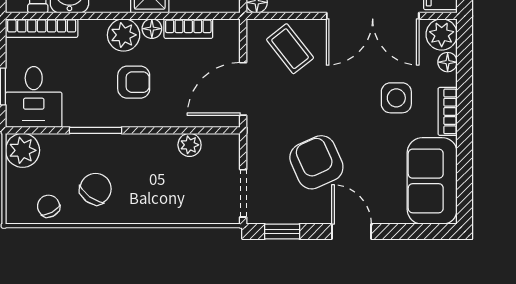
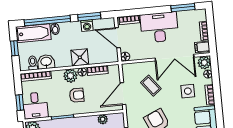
coffee table: (290, 49) -> (151, 86), moved

